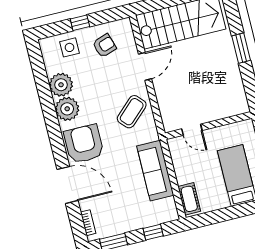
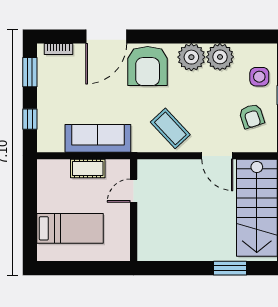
window: (241, 48) -> (230, 268), moved
armchair: (84, 144) -> (148, 66), turned 90
cot: (189, 199) -> (88, 169), moved

